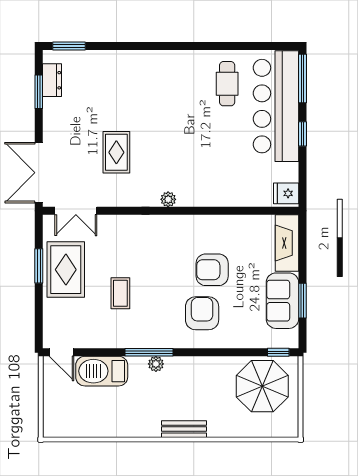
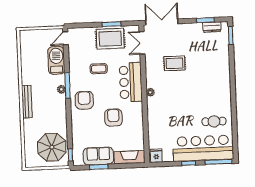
bar counter: (148, 235) -> (131, 82), added
armchair: (202, 313) -> (84, 100), moved, turned -90
bench: (184, 429) -> (27, 102), width x1.36

